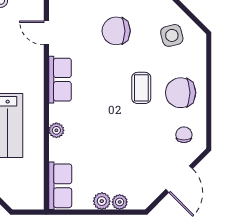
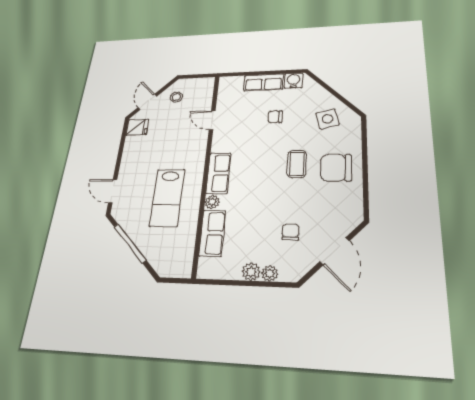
chair: (116, 31) -> (275, 117), width x0.54, depth x0.54
row of seats: (60, 80) -> (218, 173), moved
chair: (184, 135) -> (291, 232), moved
row of seats: (60, 186) -> (212, 233), moved

